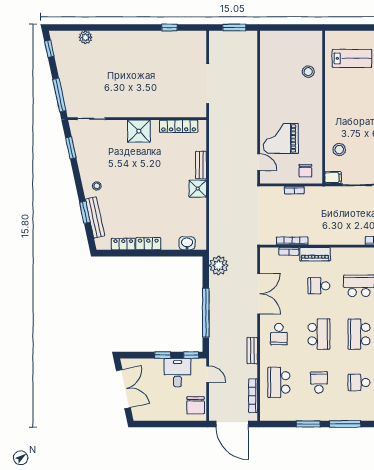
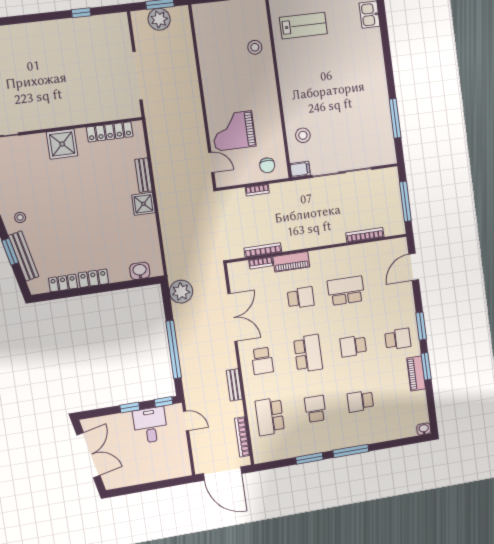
plant: (232, 40) -> (159, 19), added
school desk: (319, 286) -> (301, 298), turned 180
school desk: (359, 334) -> (353, 346), width x0.54
chair: (196, 405) -> (177, 459), removed

